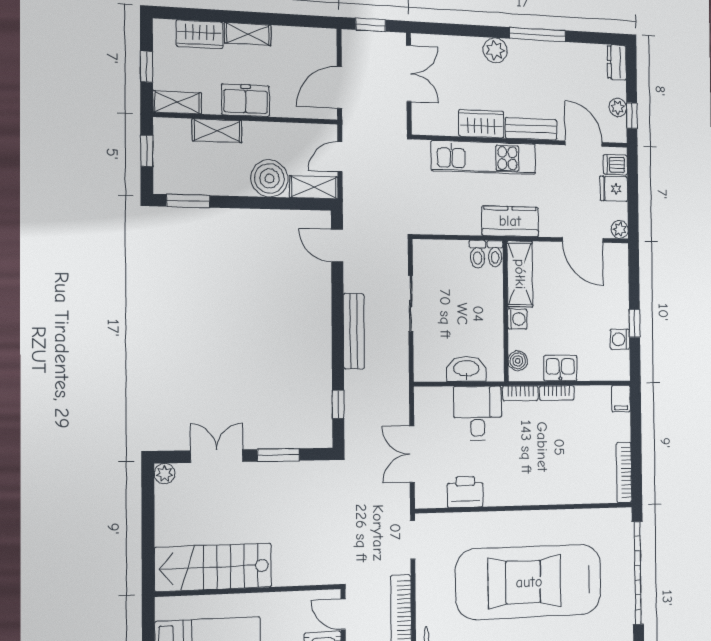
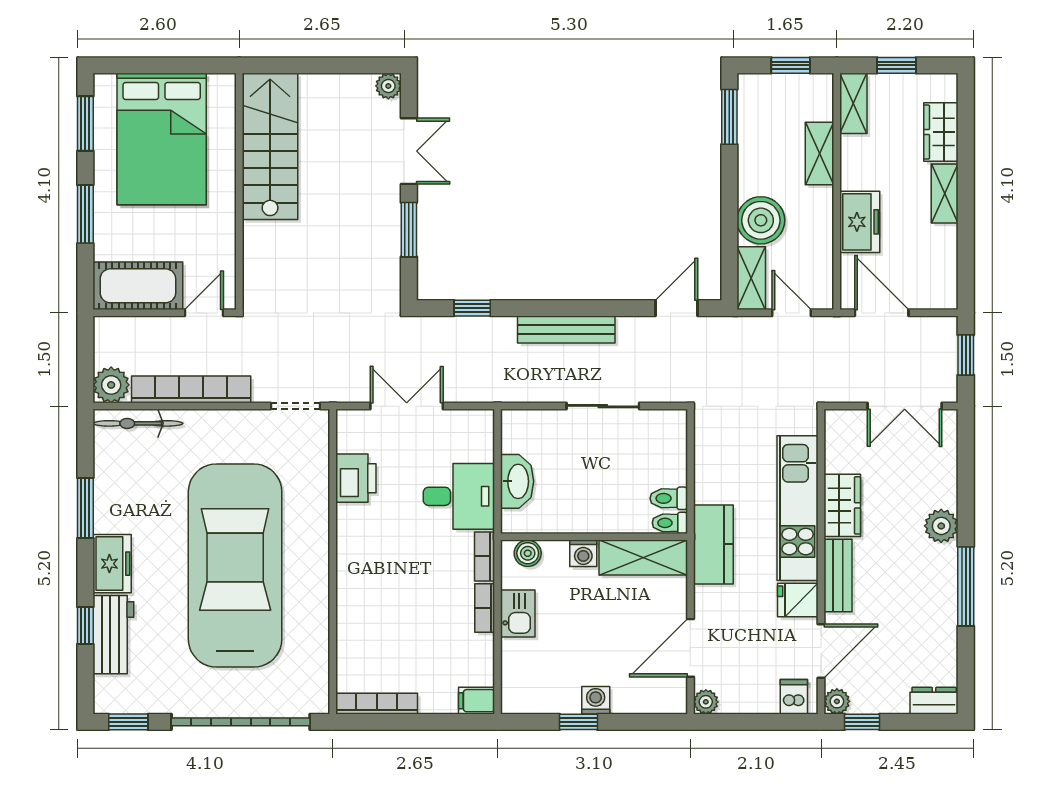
freezer: (246, 100) -> (860, 222), moved
plant: (618, 107) -> (837, 701), moved
fridge: (614, 189) -> (798, 600), moved, turned -90
washing machine: (620, 339) -> (596, 700), moved

